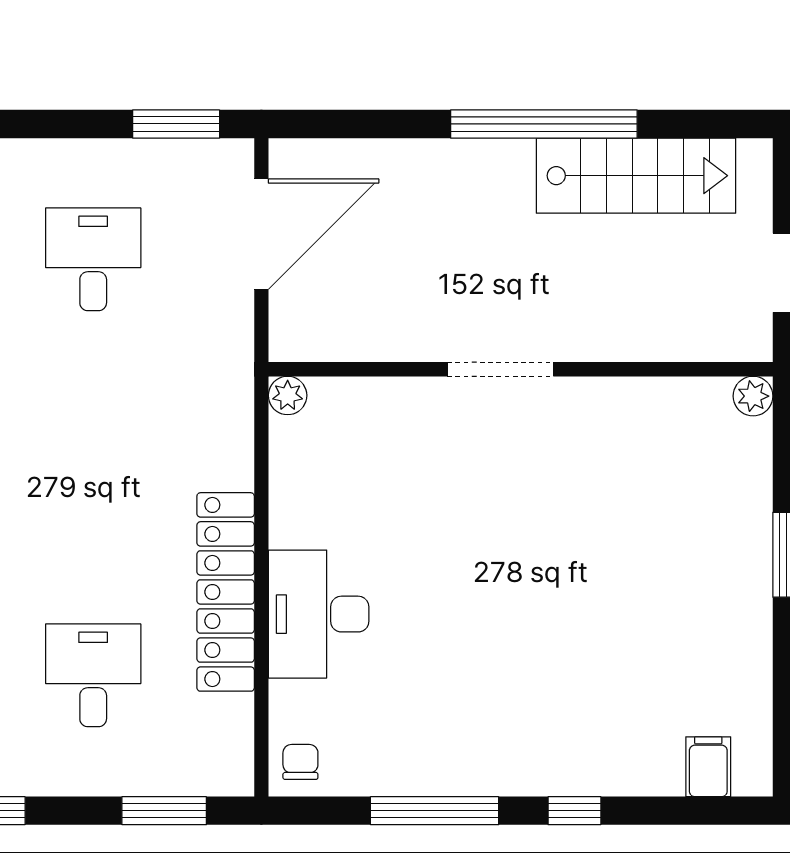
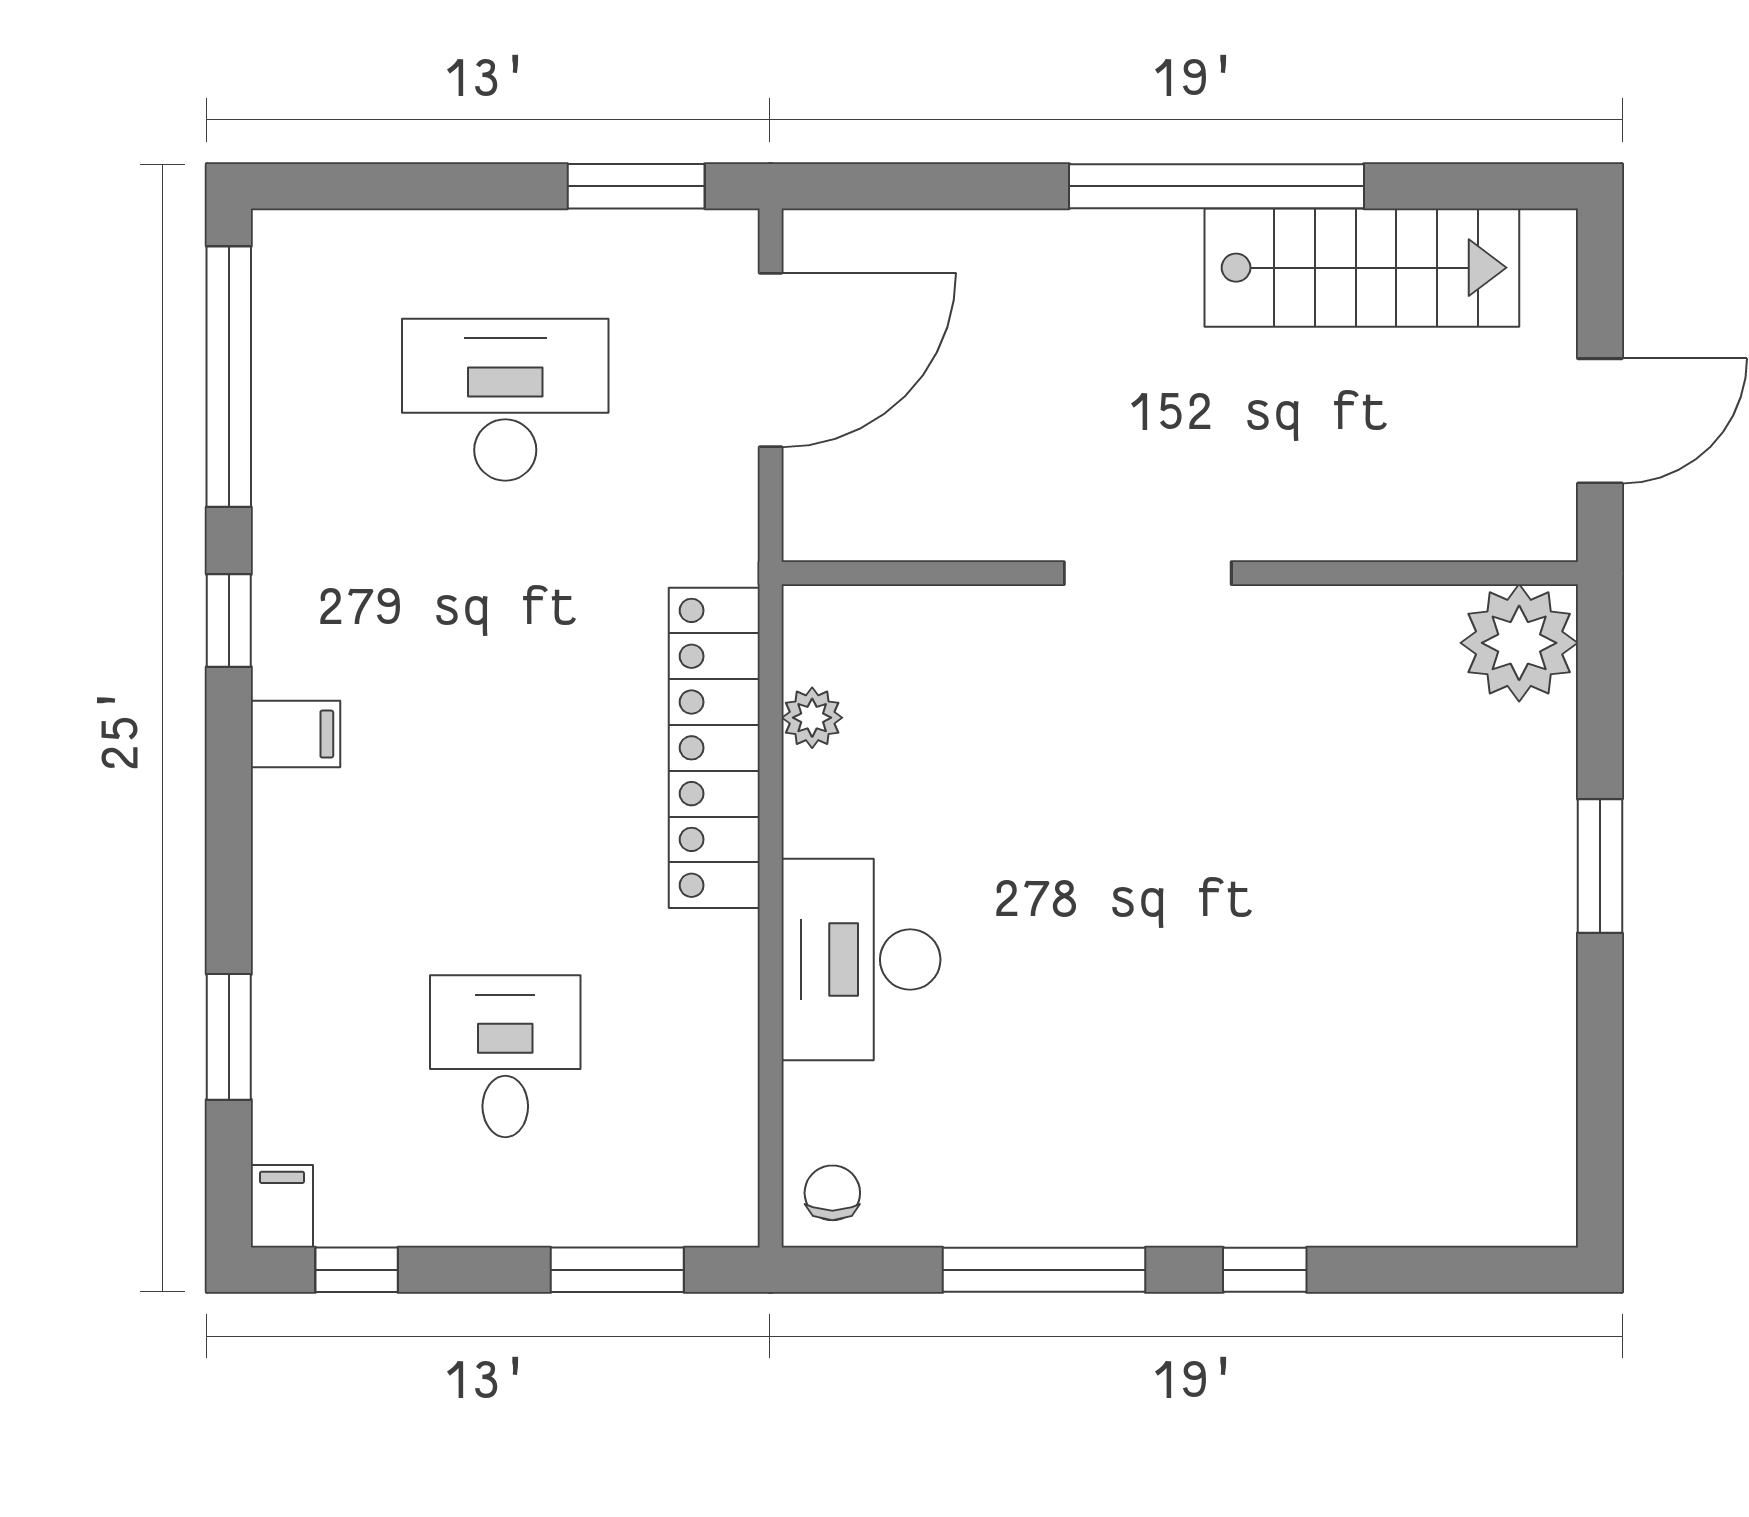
desk: (93, 259) -> (505, 400), width x1.37
plant: (288, 395) -> (812, 718), moved
plant: (753, 396) -> (1519, 643), width x1.88, depth x1.88
locker: (226, 592) -> (714, 748), moved
filing cabinet: (708, 767) -> (1476, 1200), removed

